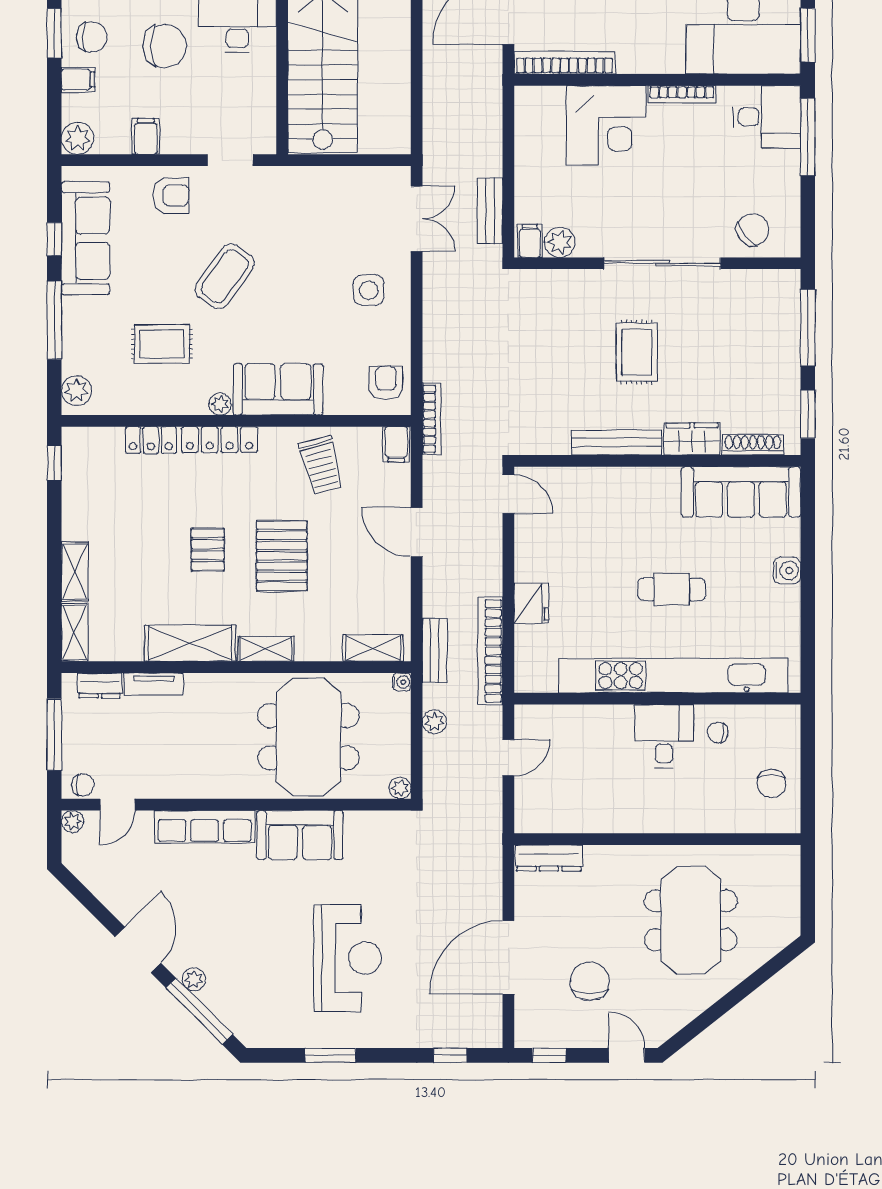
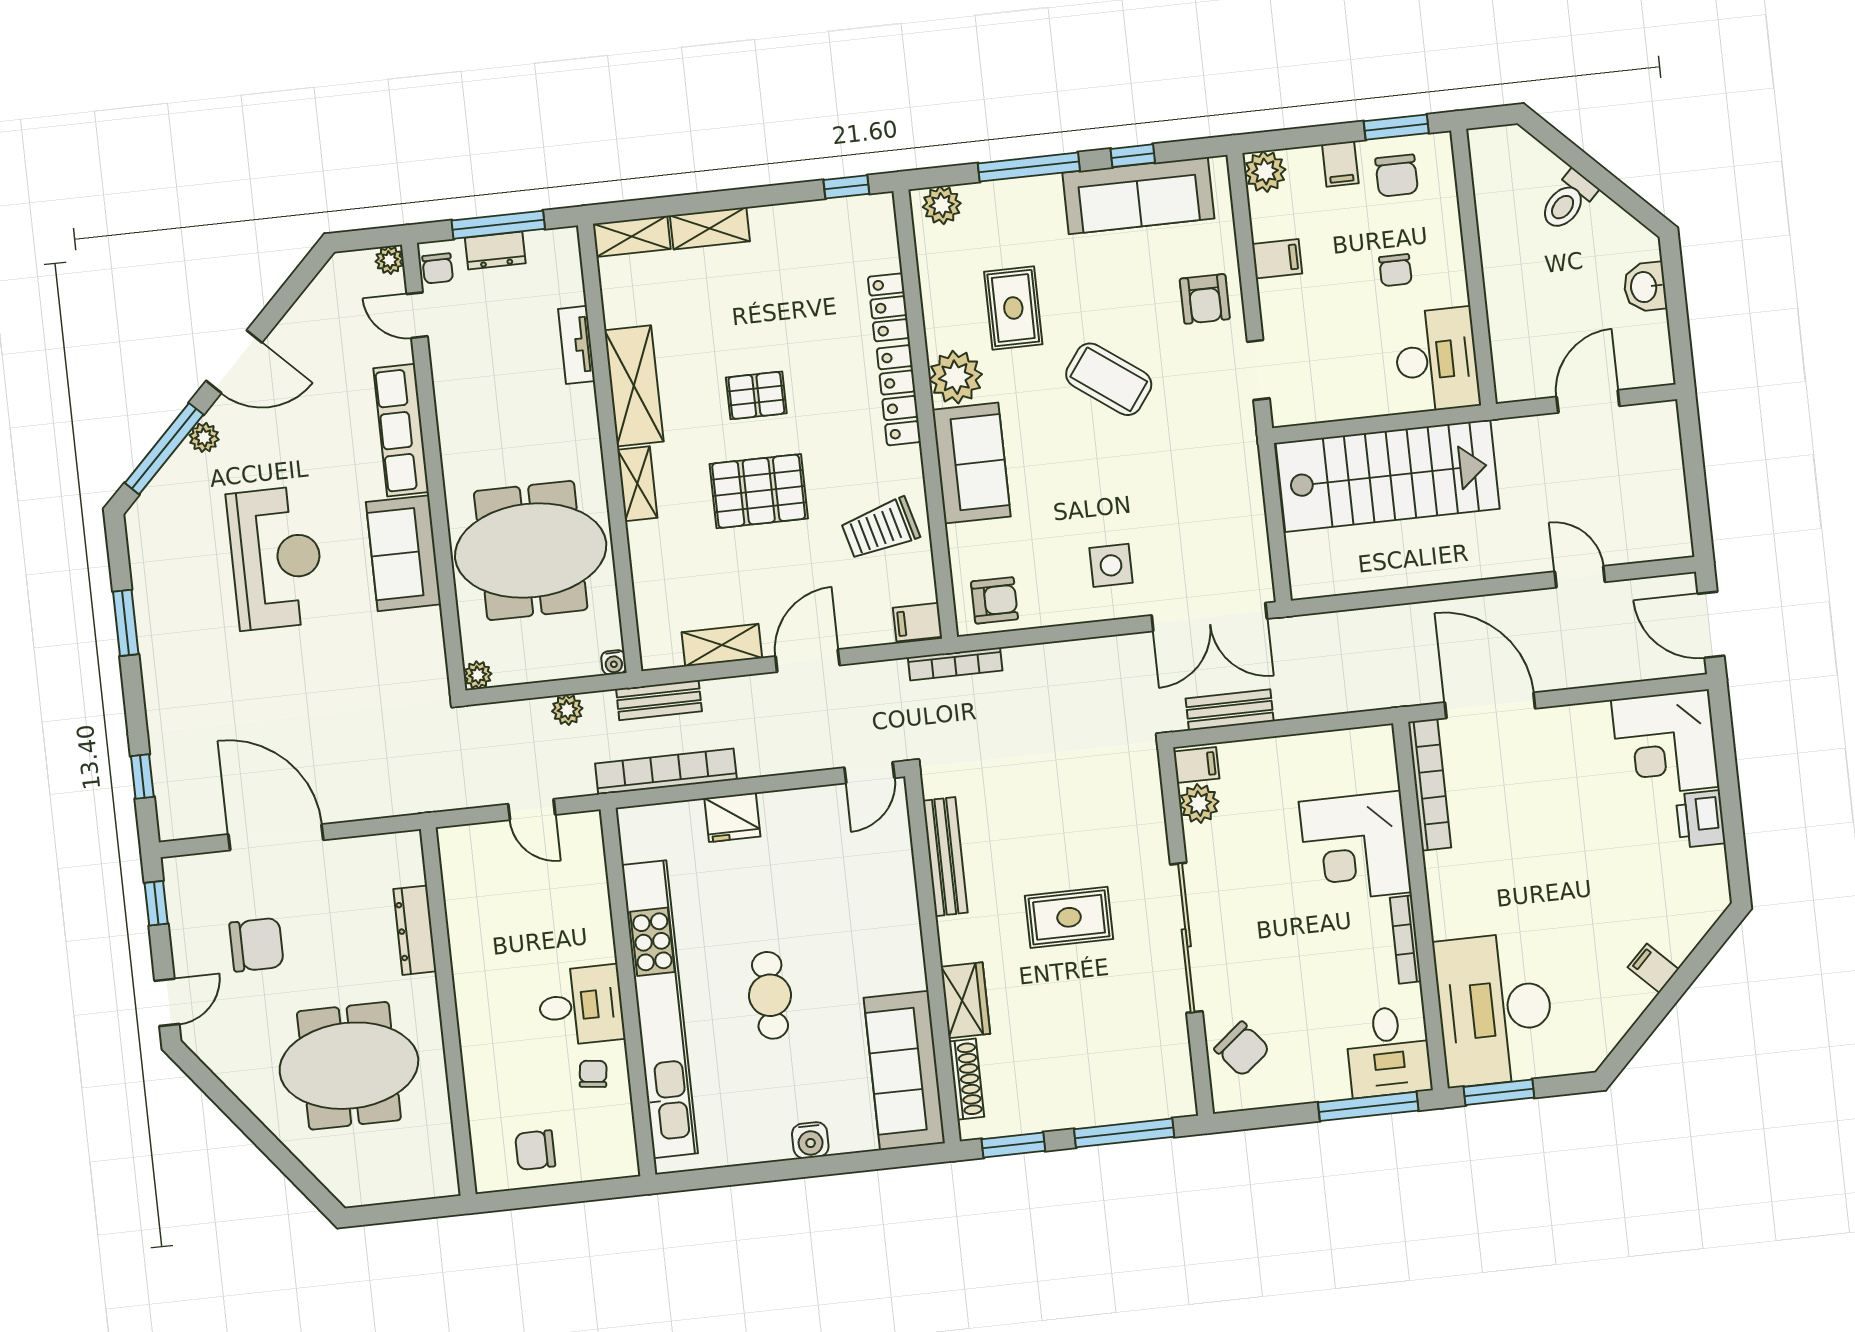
chair: (165, 46) -> (1395, 270), width x0.54, depth x0.54
double door: (417, 219) -> (1209, 617), width x1.37
plant: (220, 404) -> (956, 377), width x1.87, depth x1.87
bench: (617, 443) -> (945, 857), moved
shelving: (373, 648) -> (722, 645), moved, turned 90
dresser: (100, 685) -> (495, 251), moved, turned -90
dresser: (549, 858) -> (415, 930), moved
reception desk: (348, 958) -> (276, 558), moved, turned -90

